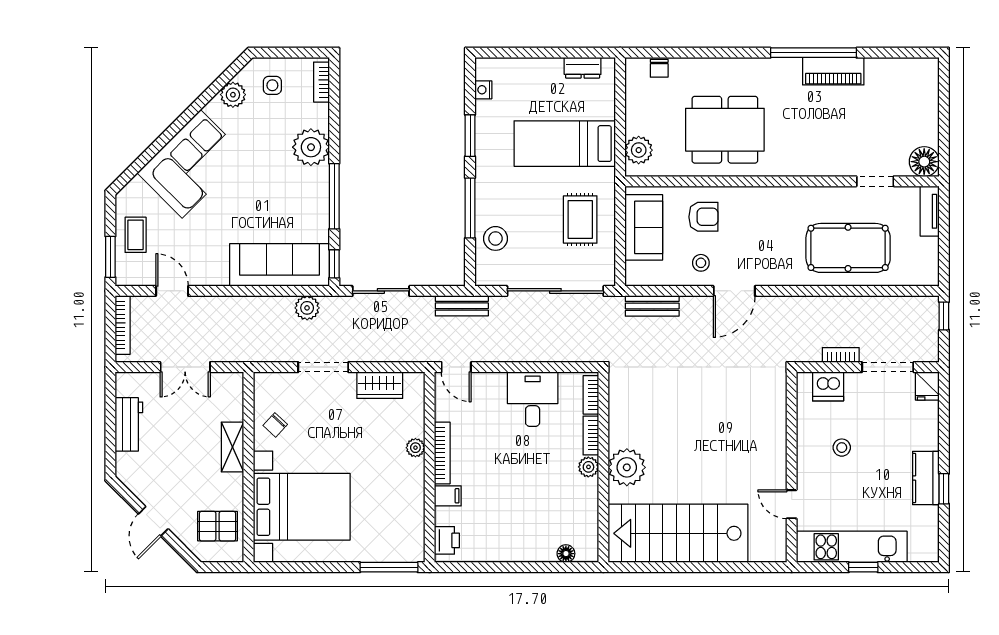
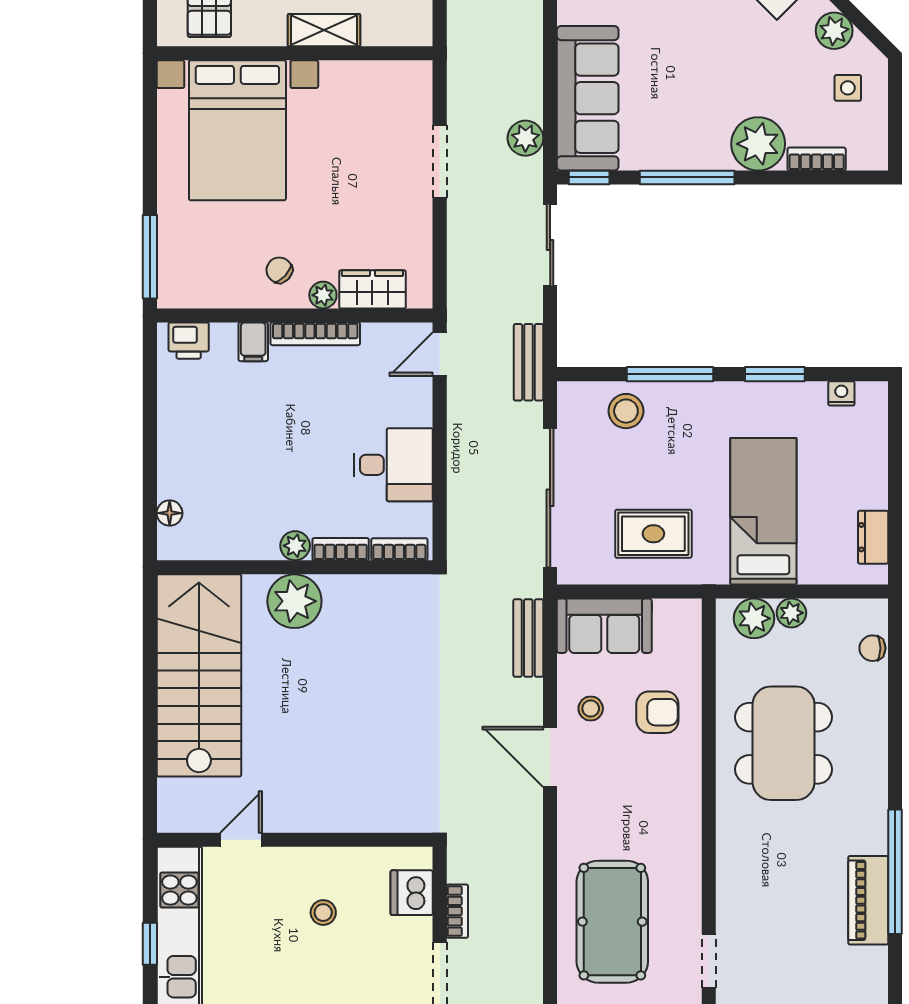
bookcase: (321, 82) -> (817, 159), moved
plant: (635, 124) -> (791, 613), added
armchair: (703, 217) -> (657, 712), turned -90
sofa: (644, 227) -> (604, 626), moved
wardrobe: (380, 385) -> (372, 289), moved, turned 90
chair: (275, 425) -> (279, 270), moved

